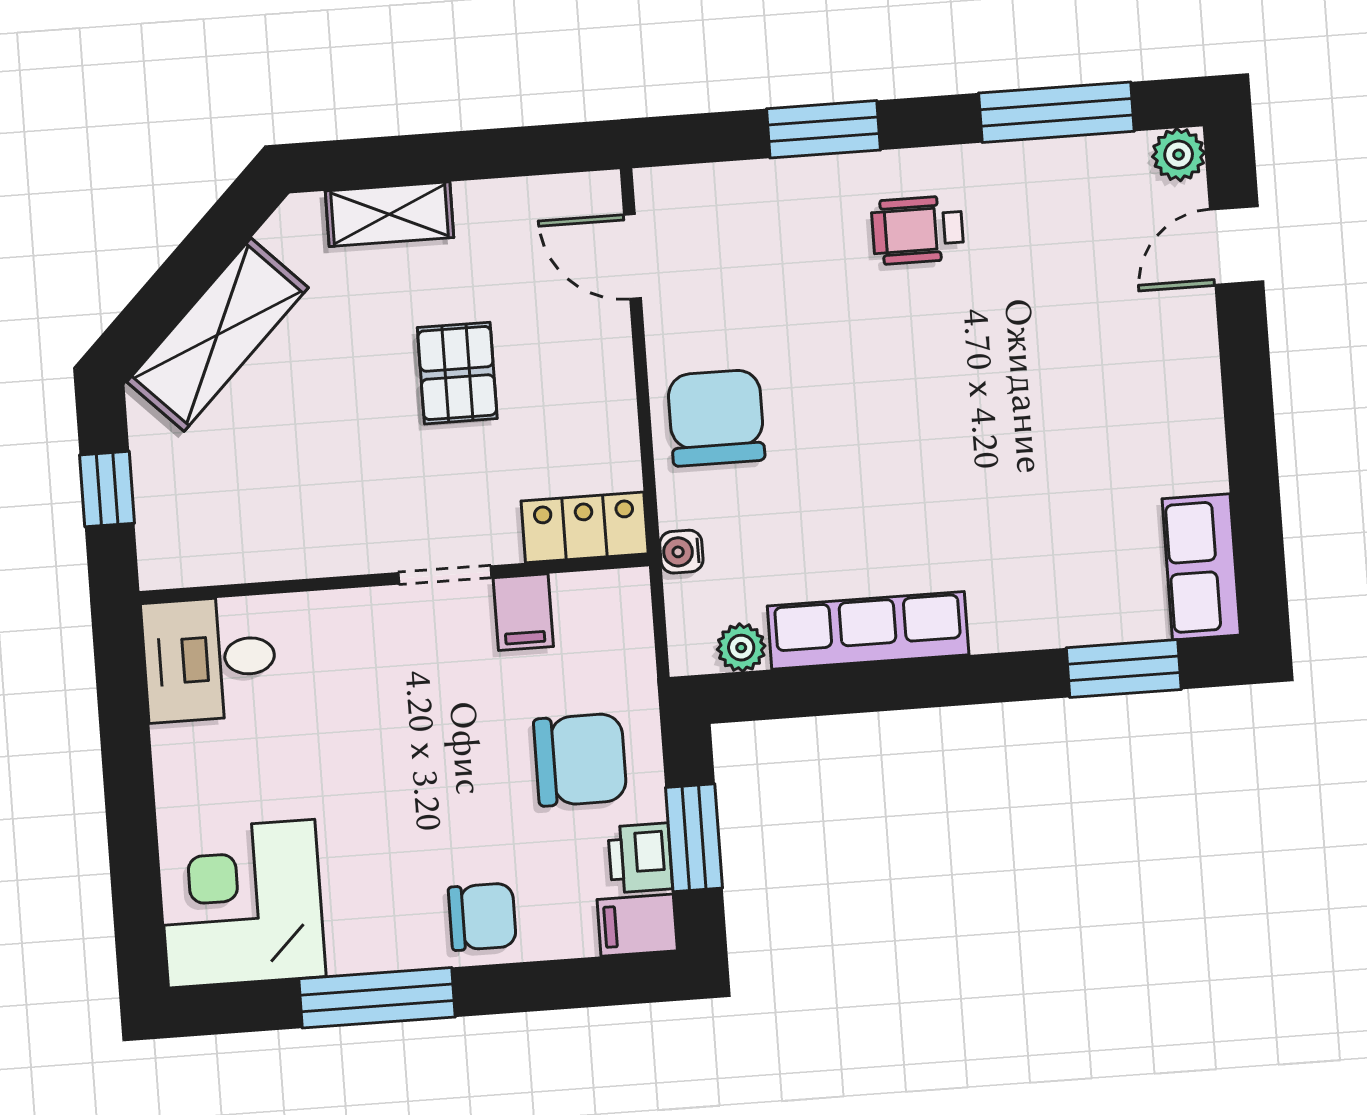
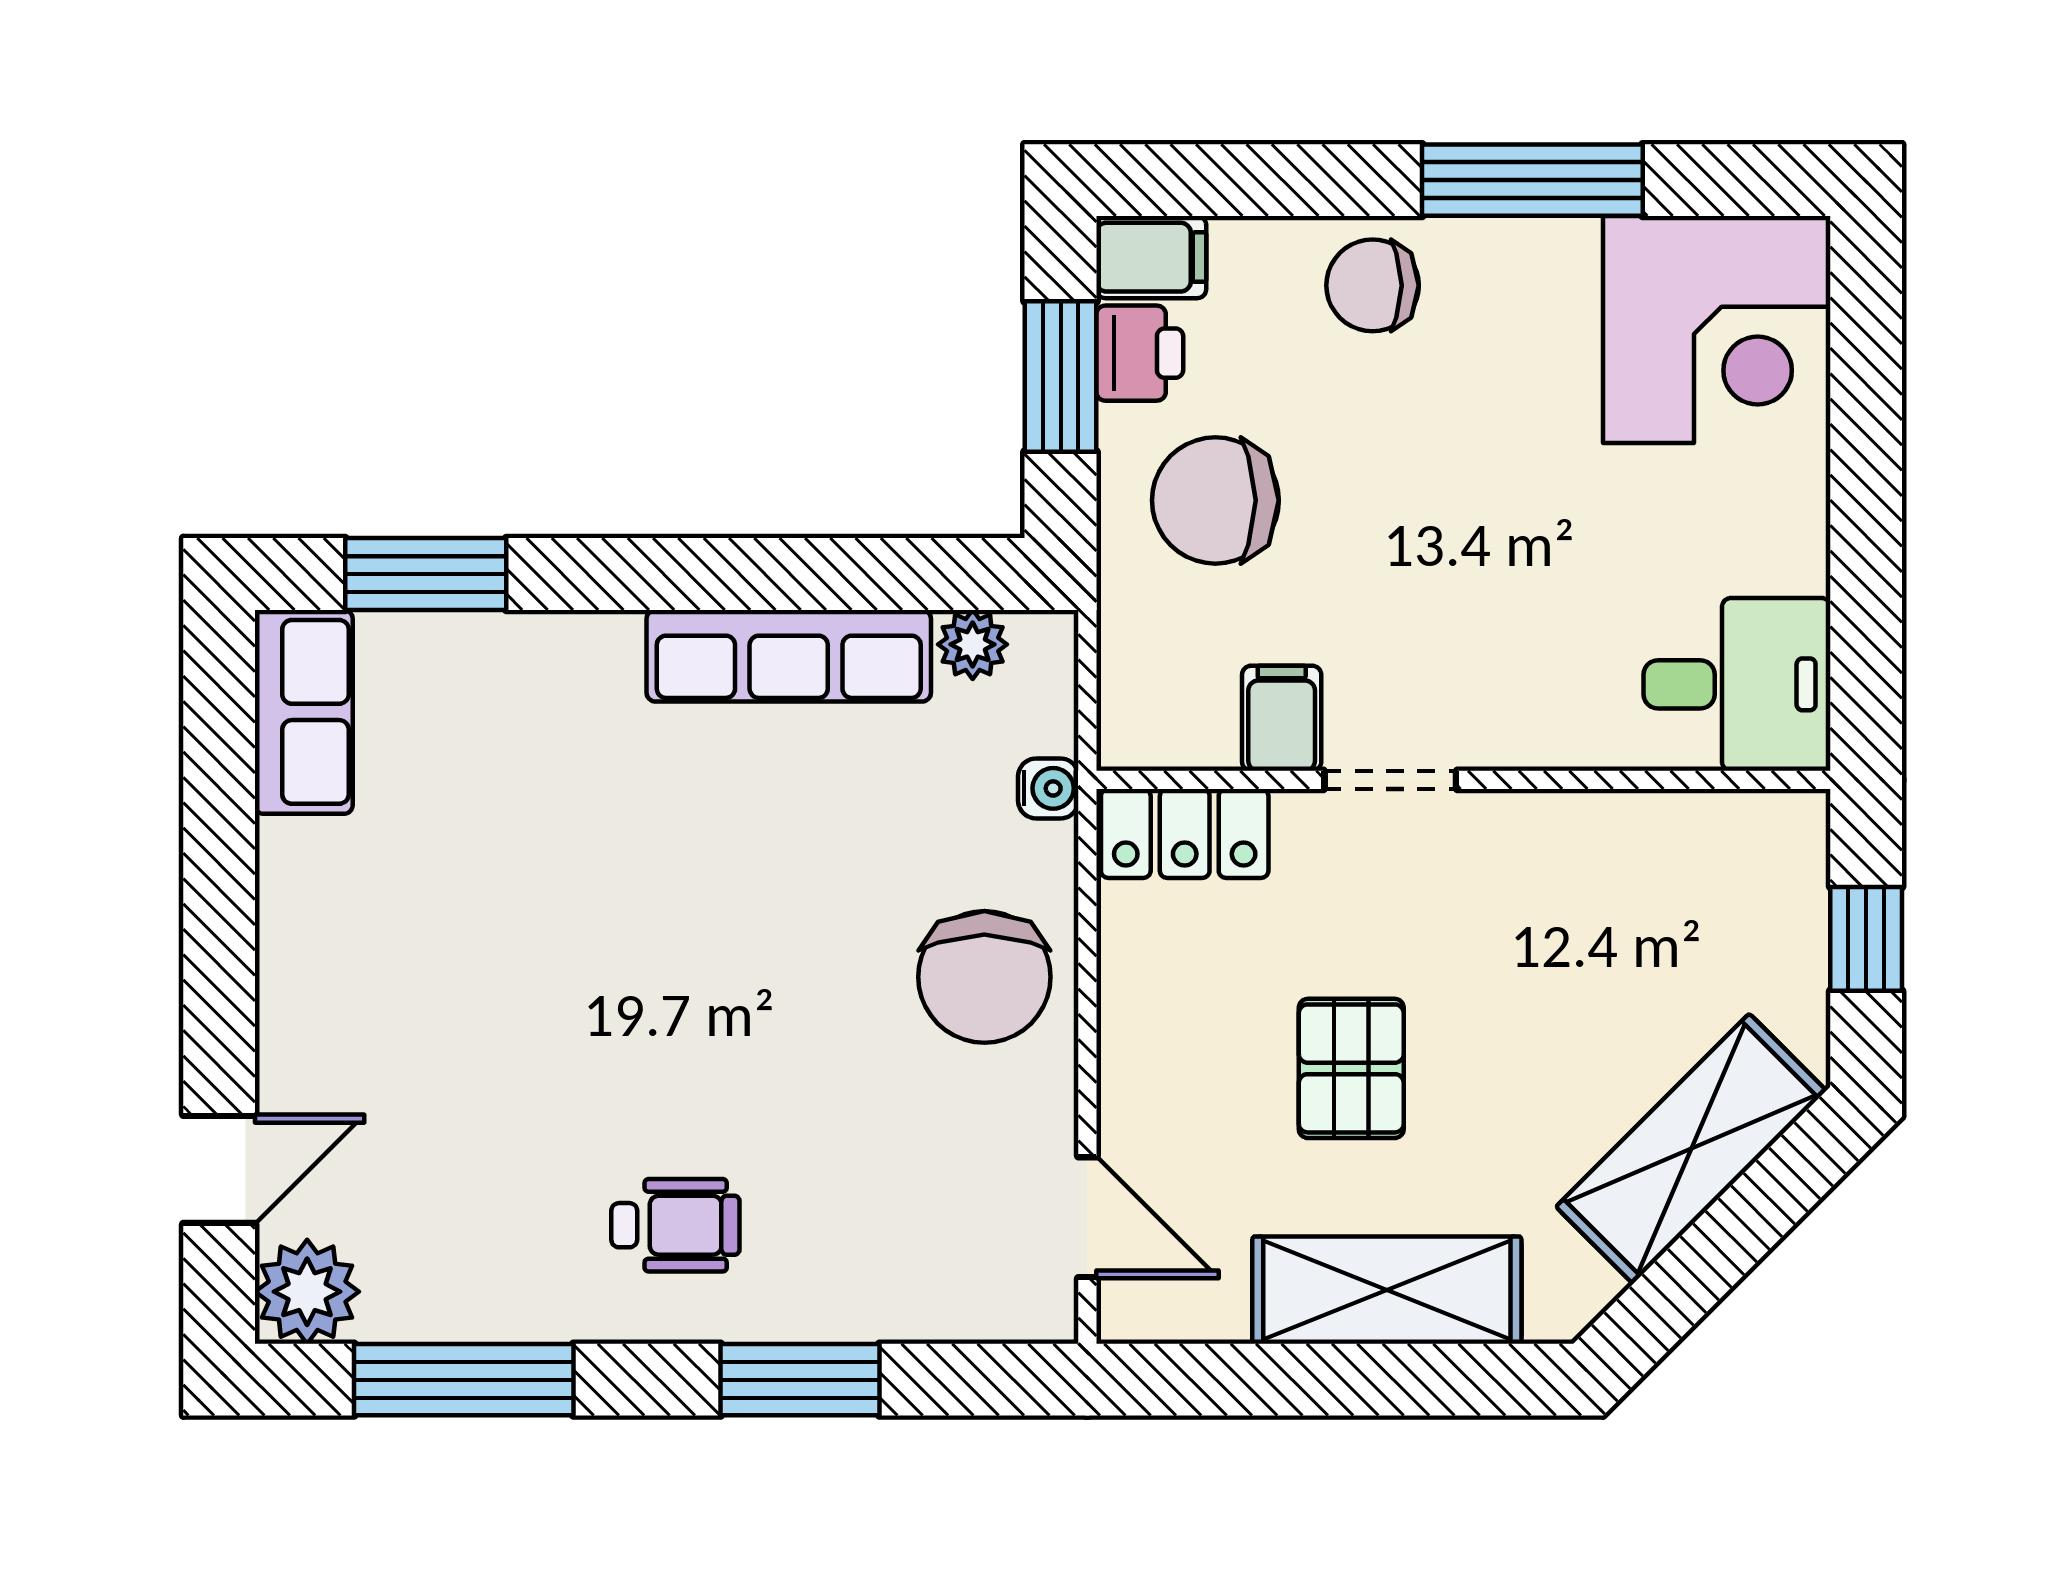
plant: (1179, 155) -> (307, 1292), width x1.38, depth x1.38
shelving: (390, 214) -> (1387, 1290), width x1.50, depth x1.33

